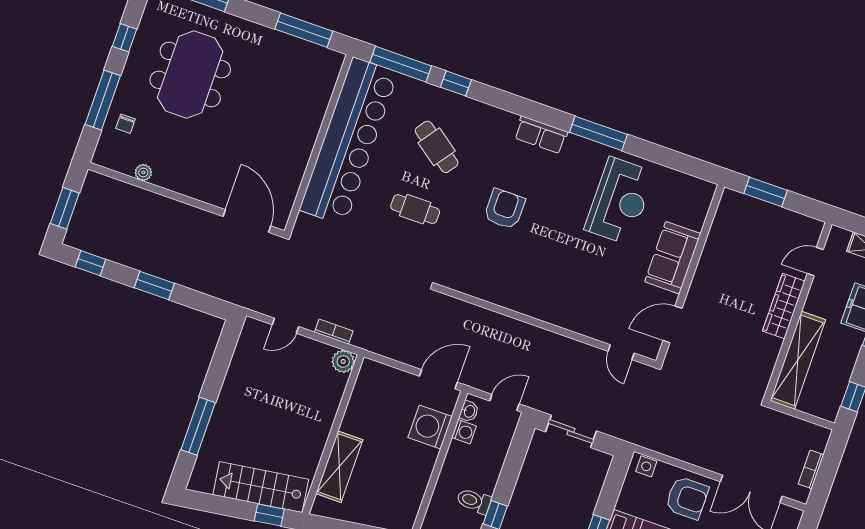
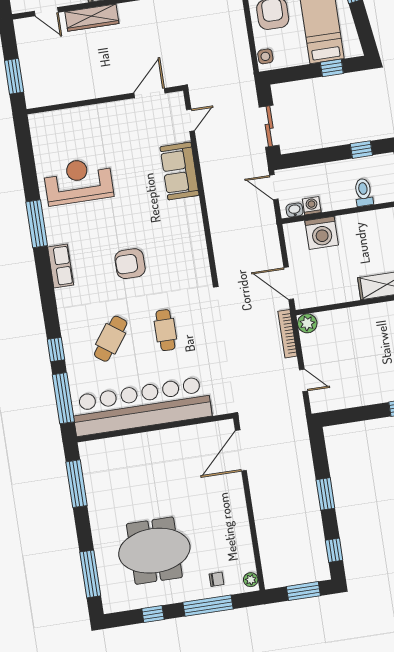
plant: (143, 172) -> (251, 580), moved
sofa: (673, 258) -> (180, 171), moved, turned 90
door: (672, 324) -> (149, 93), swing flipped
bookcase: (334, 332) -> (287, 334), width x1.56
door: (438, 379) -> (289, 283), moved
toilet: (474, 501) -> (363, 192), moved, turned 180

